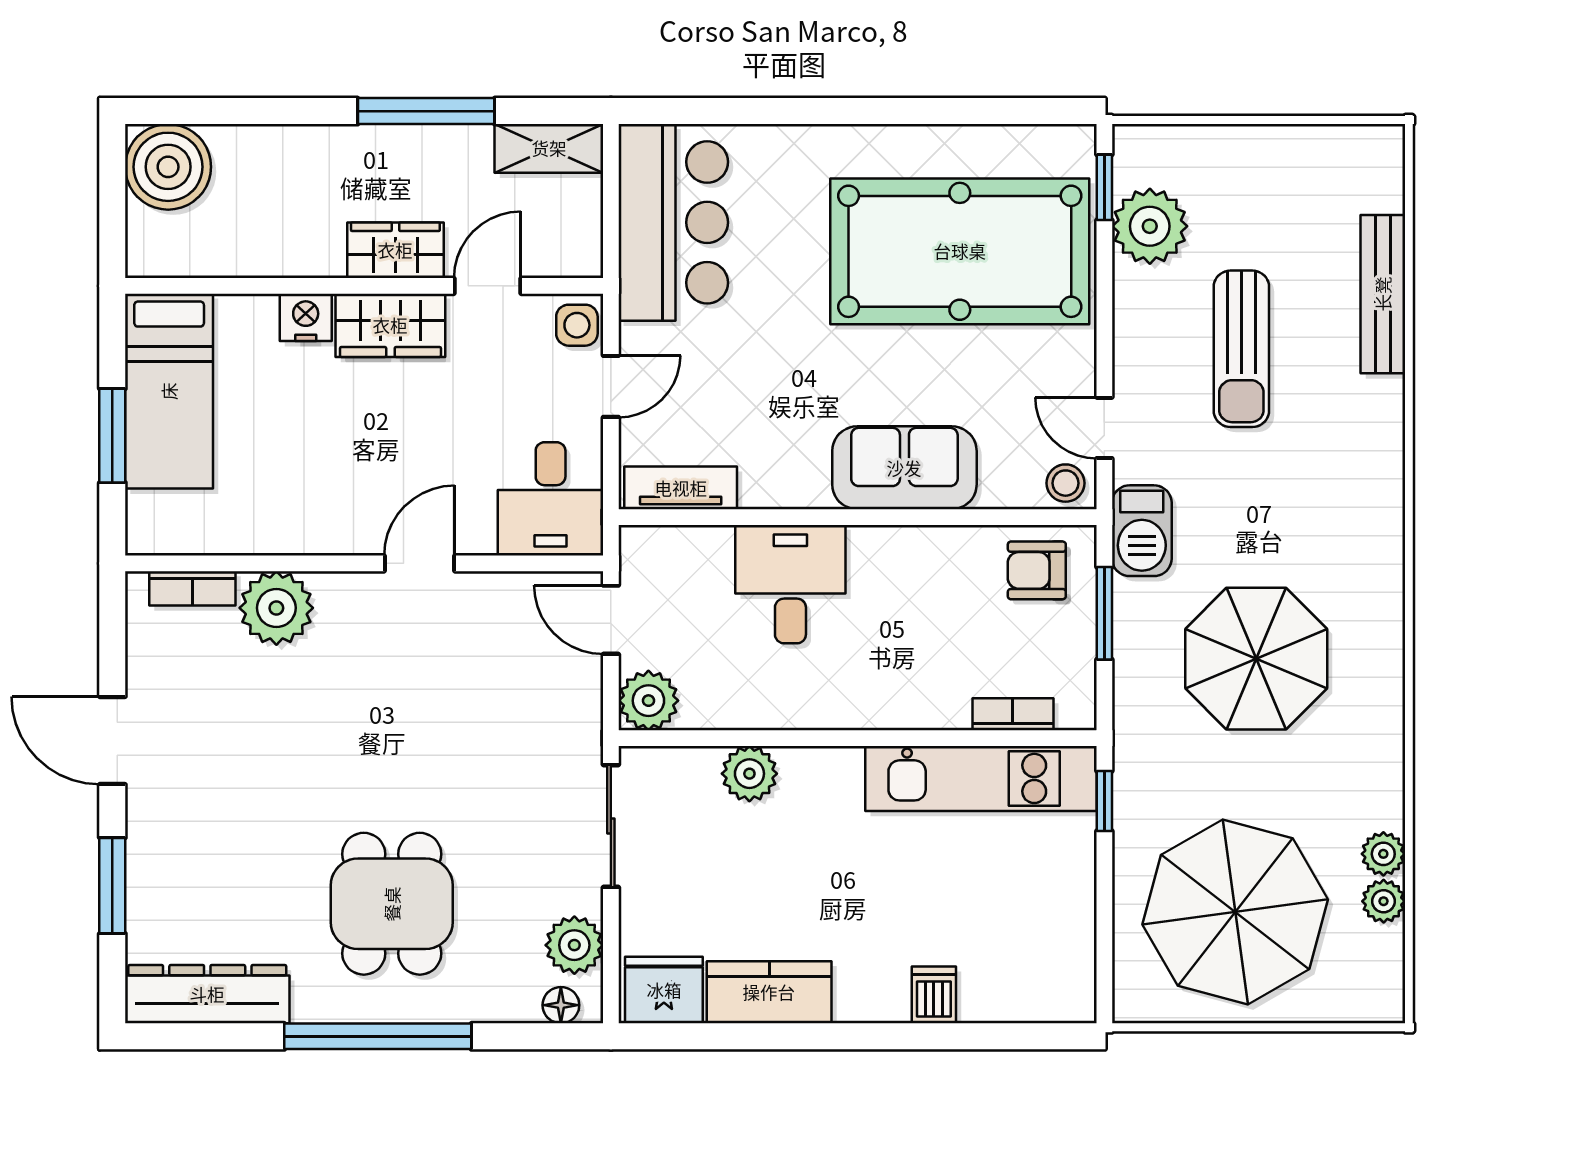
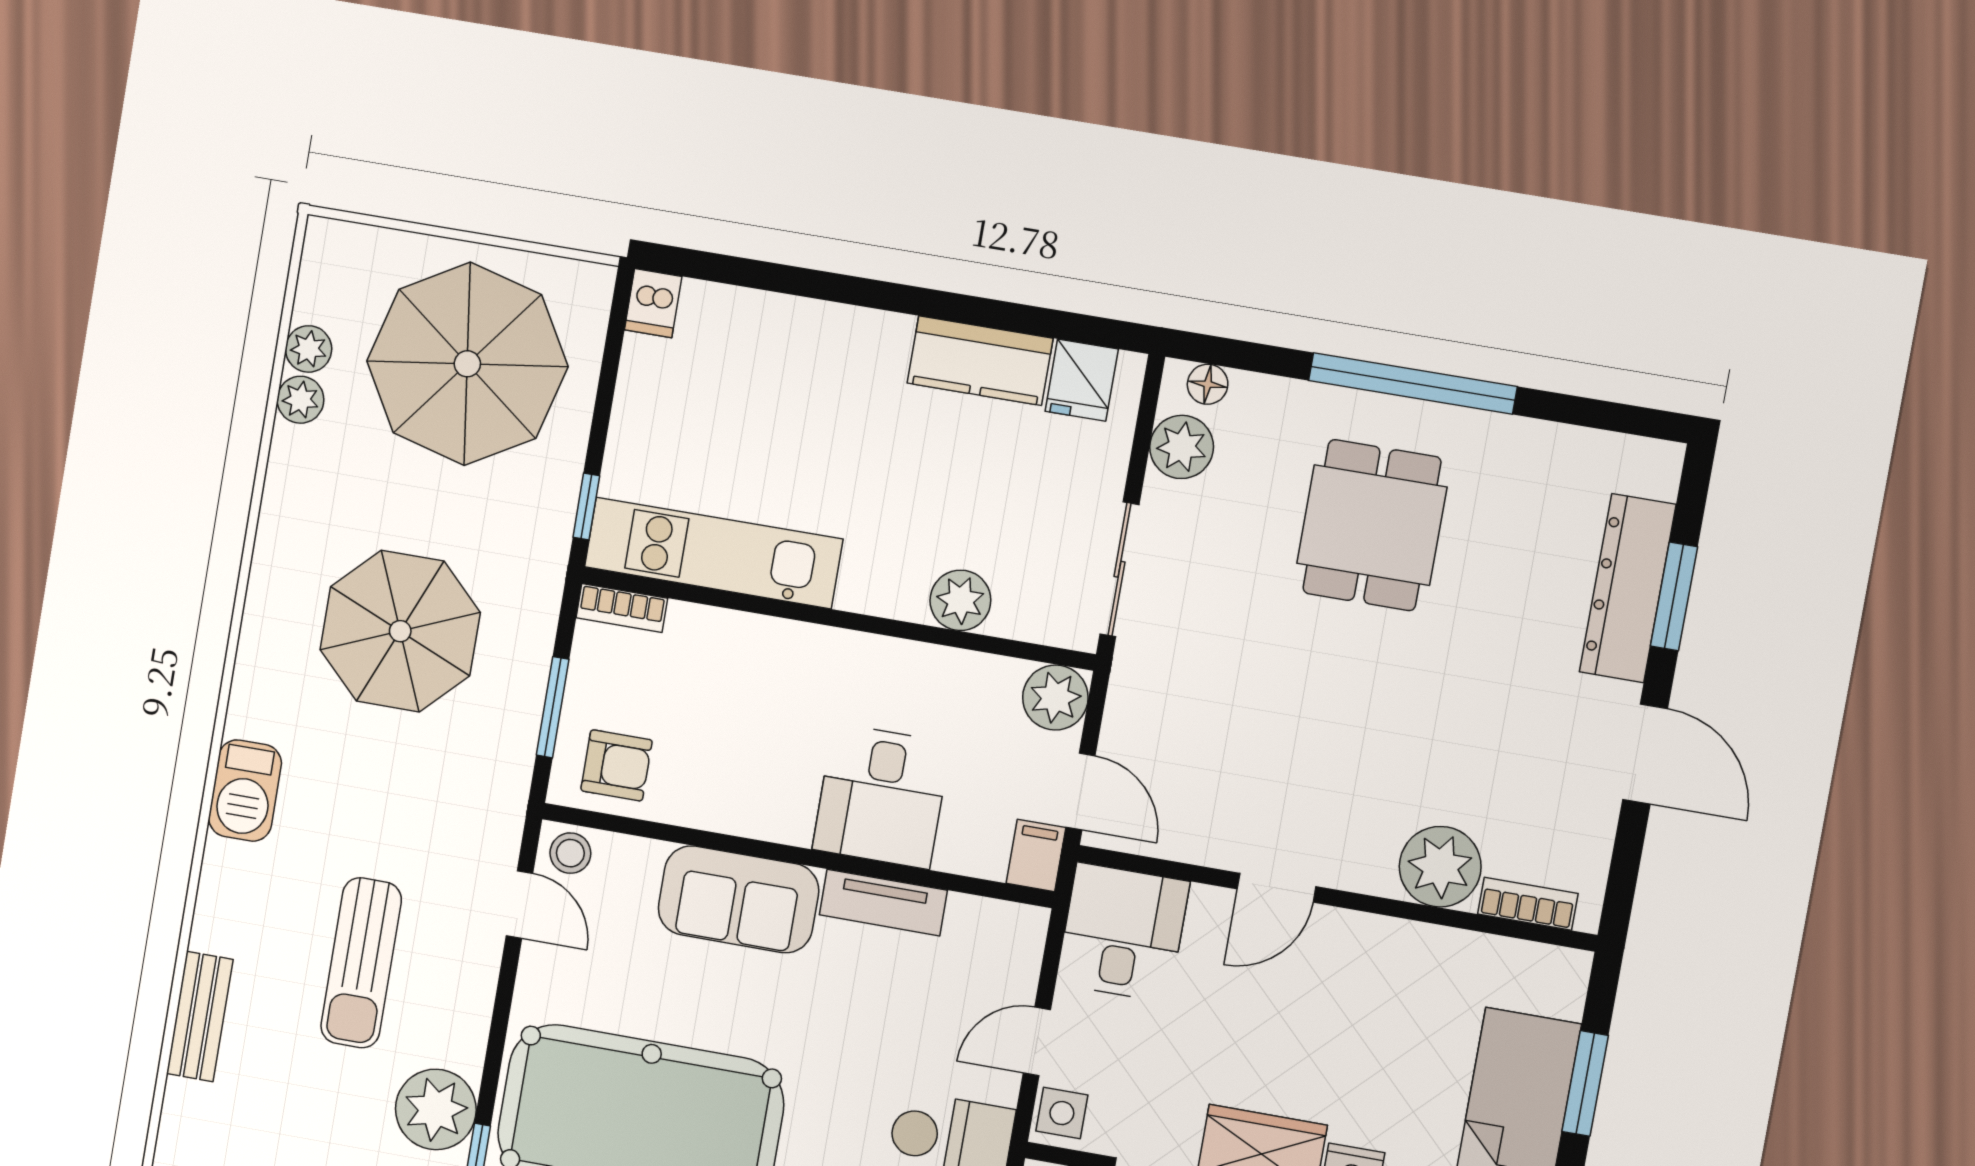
bench: (1383, 294) -> (200, 1016), width x0.73
sun lounger: (1241, 349) -> (361, 963), turned 180
tv unit: (681, 488) -> (883, 903), moved
barbecue: (1142, 531) -> (245, 791), moved, turned 180
filing cabinet: (641, 555) -> (1036, 855), added
bookcase: (1013, 714) -> (622, 608), moved
fridge: (664, 990) -> (1082, 380), width x0.72
dresser: (207, 994) -> (1628, 588), moved, turned 90
dishwasher: (934, 995) -> (653, 303), moved

